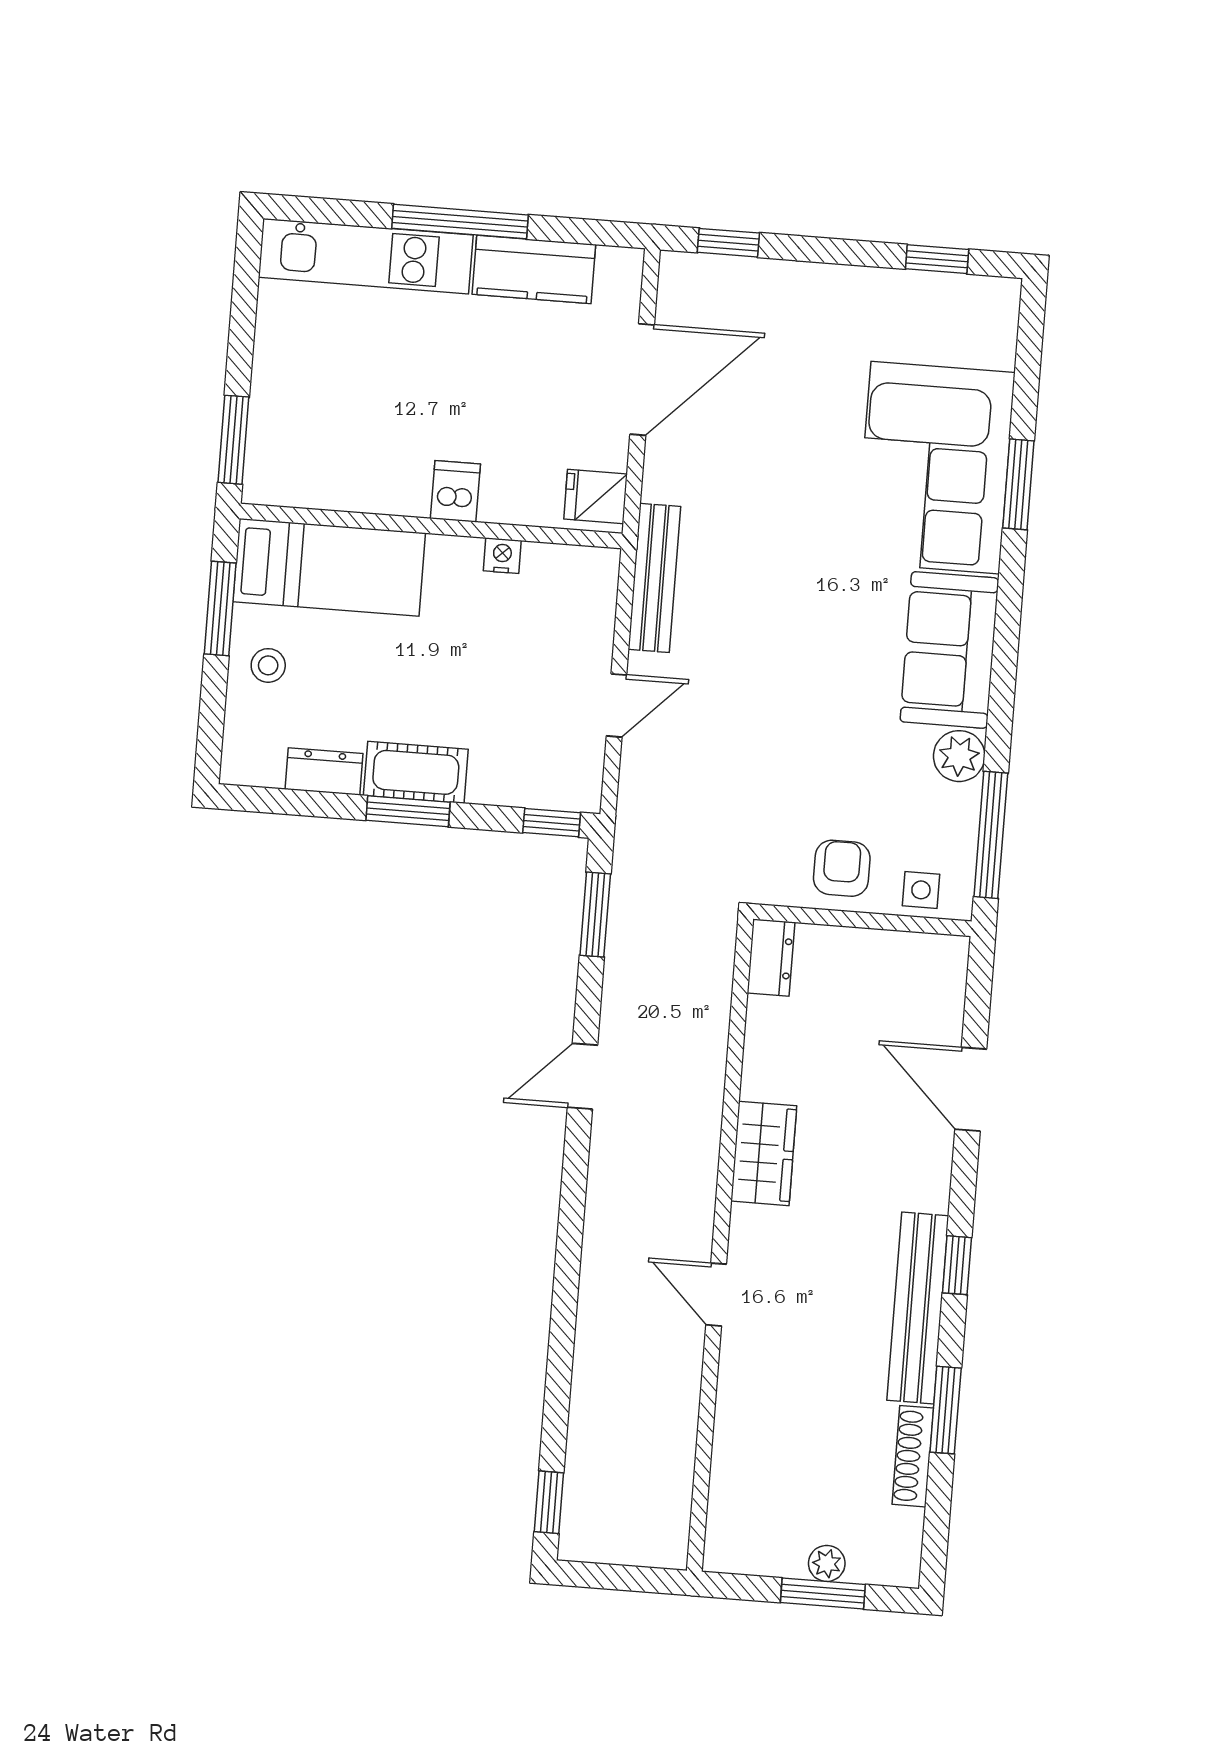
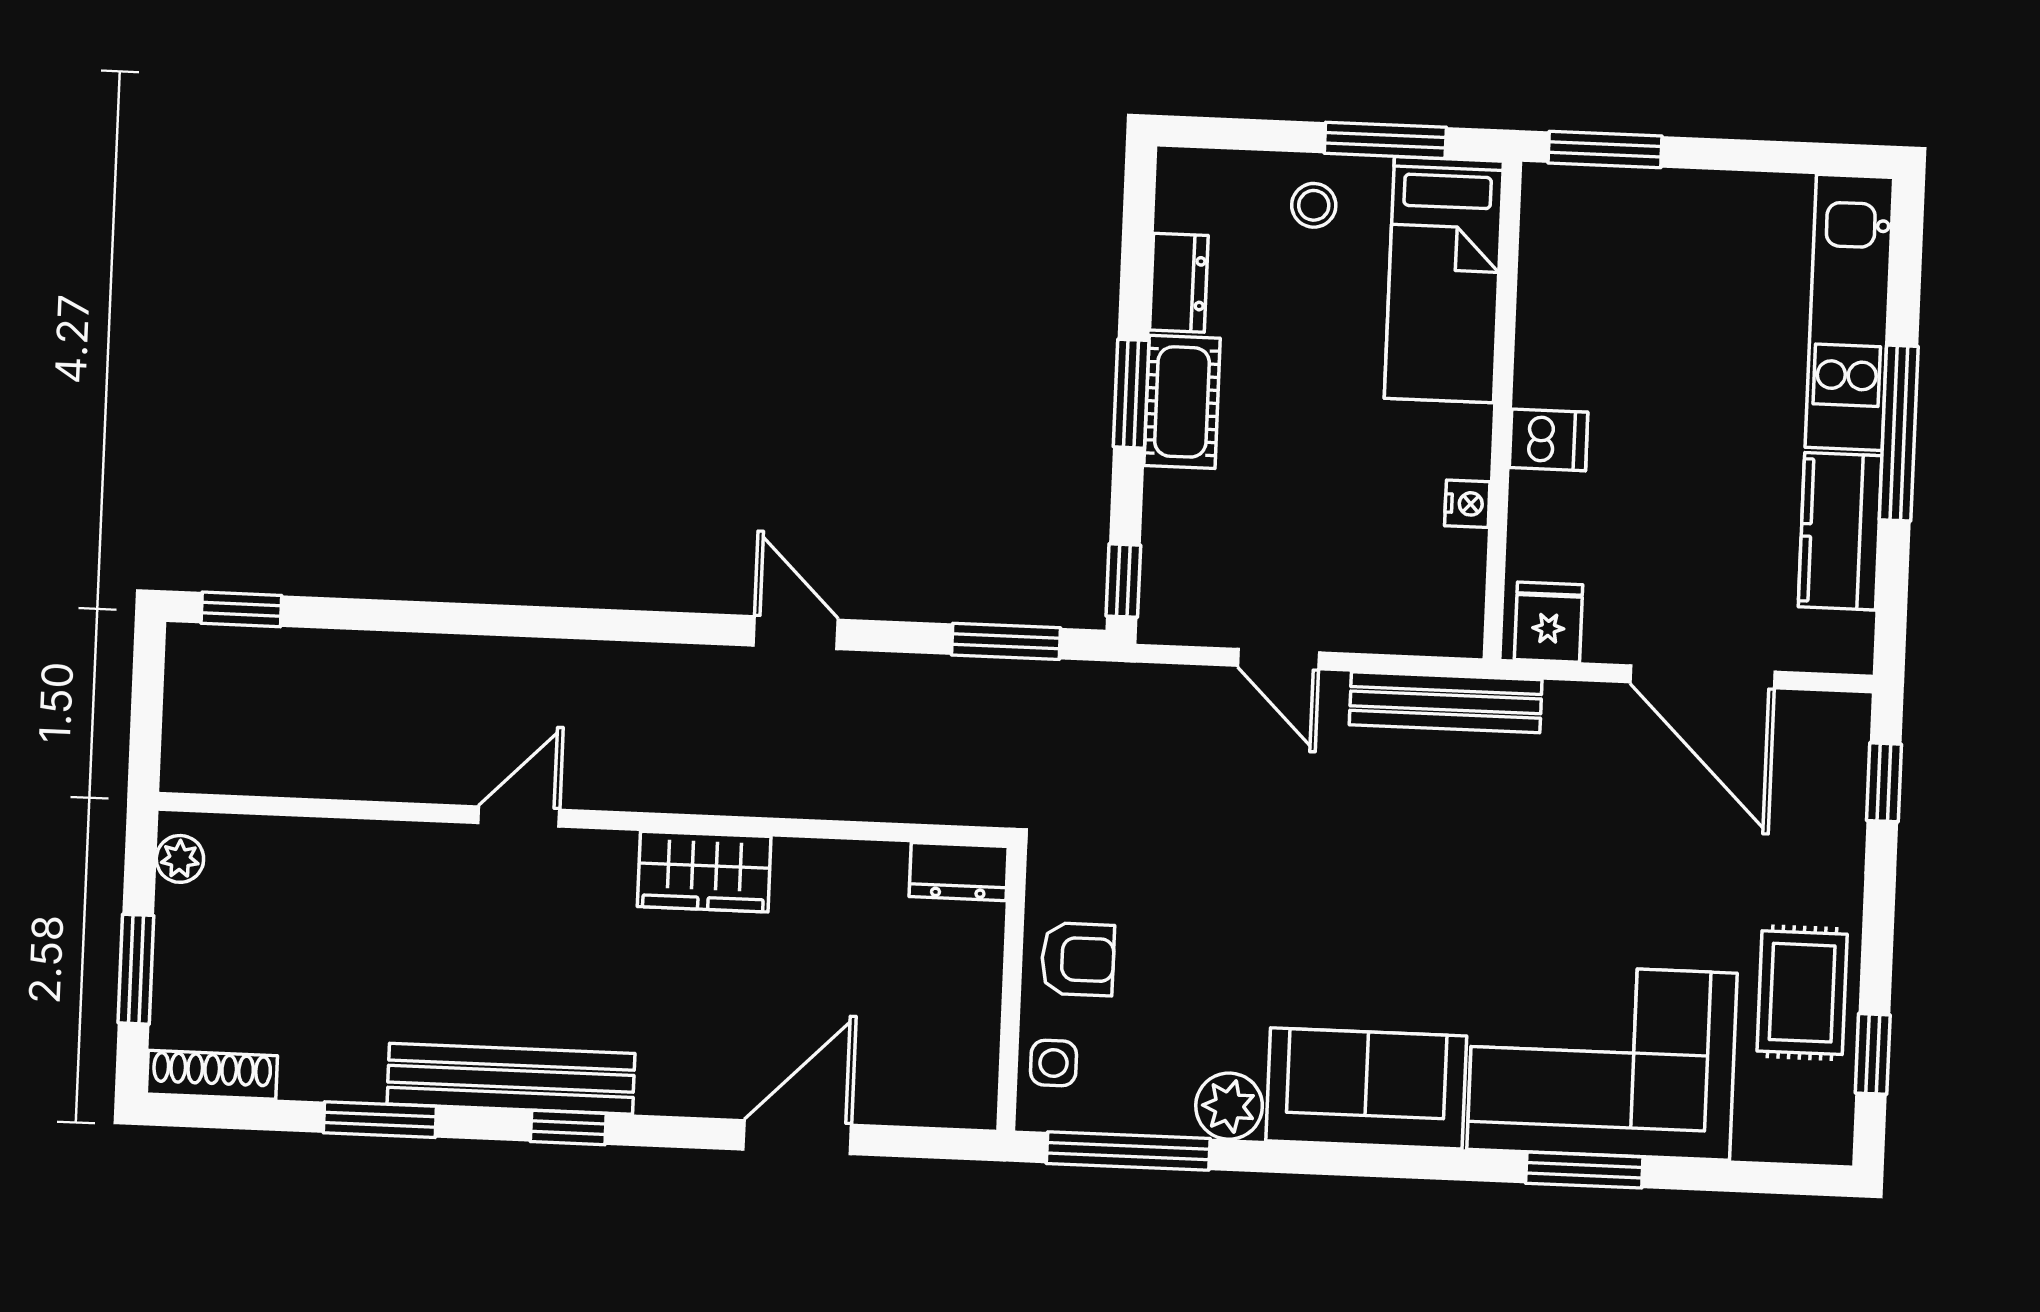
rug: (888, 312) -> (1802, 993), added
shoe rack: (913, 1456) -> (212, 1075), moved
plant: (827, 1563) -> (180, 859), moved

